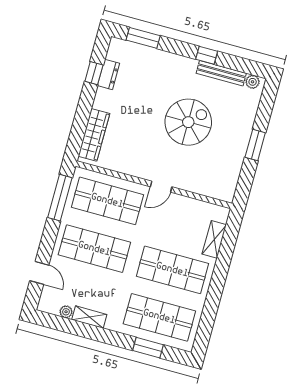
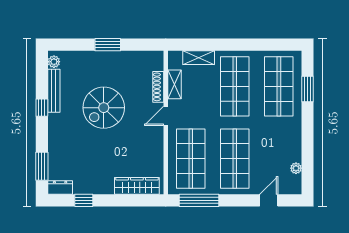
dresser: (108, 74) -> (60, 188), moved
spiral stairs: (188, 122) -> (104, 108), turned -90
door: (161, 187) -> (166, 116), swing flipped
shoe rack: (195, 187) -> (158, 87), added
shelving: (89, 317) -> (175, 84), moved

